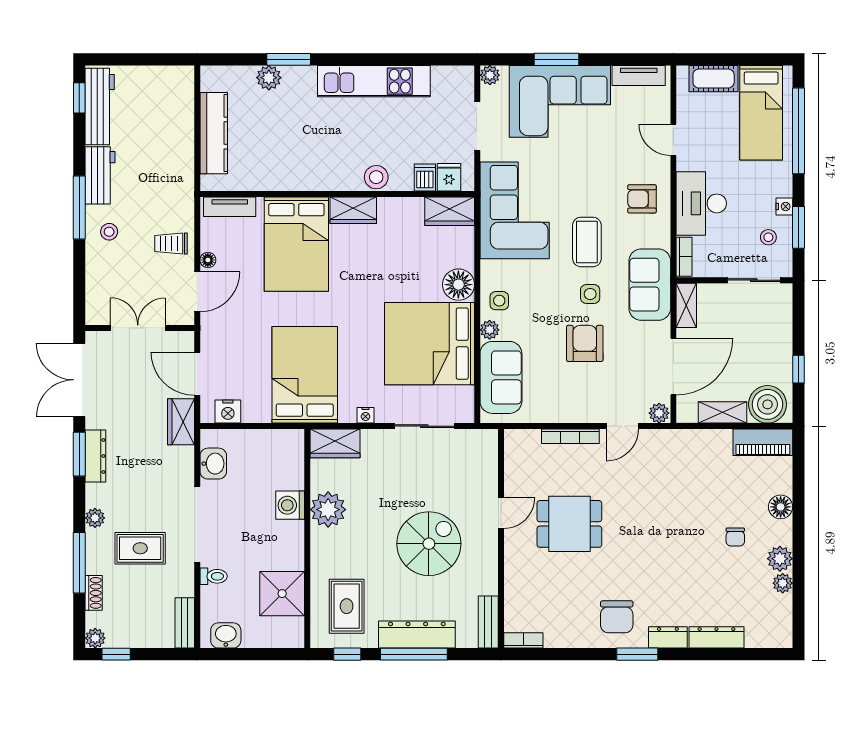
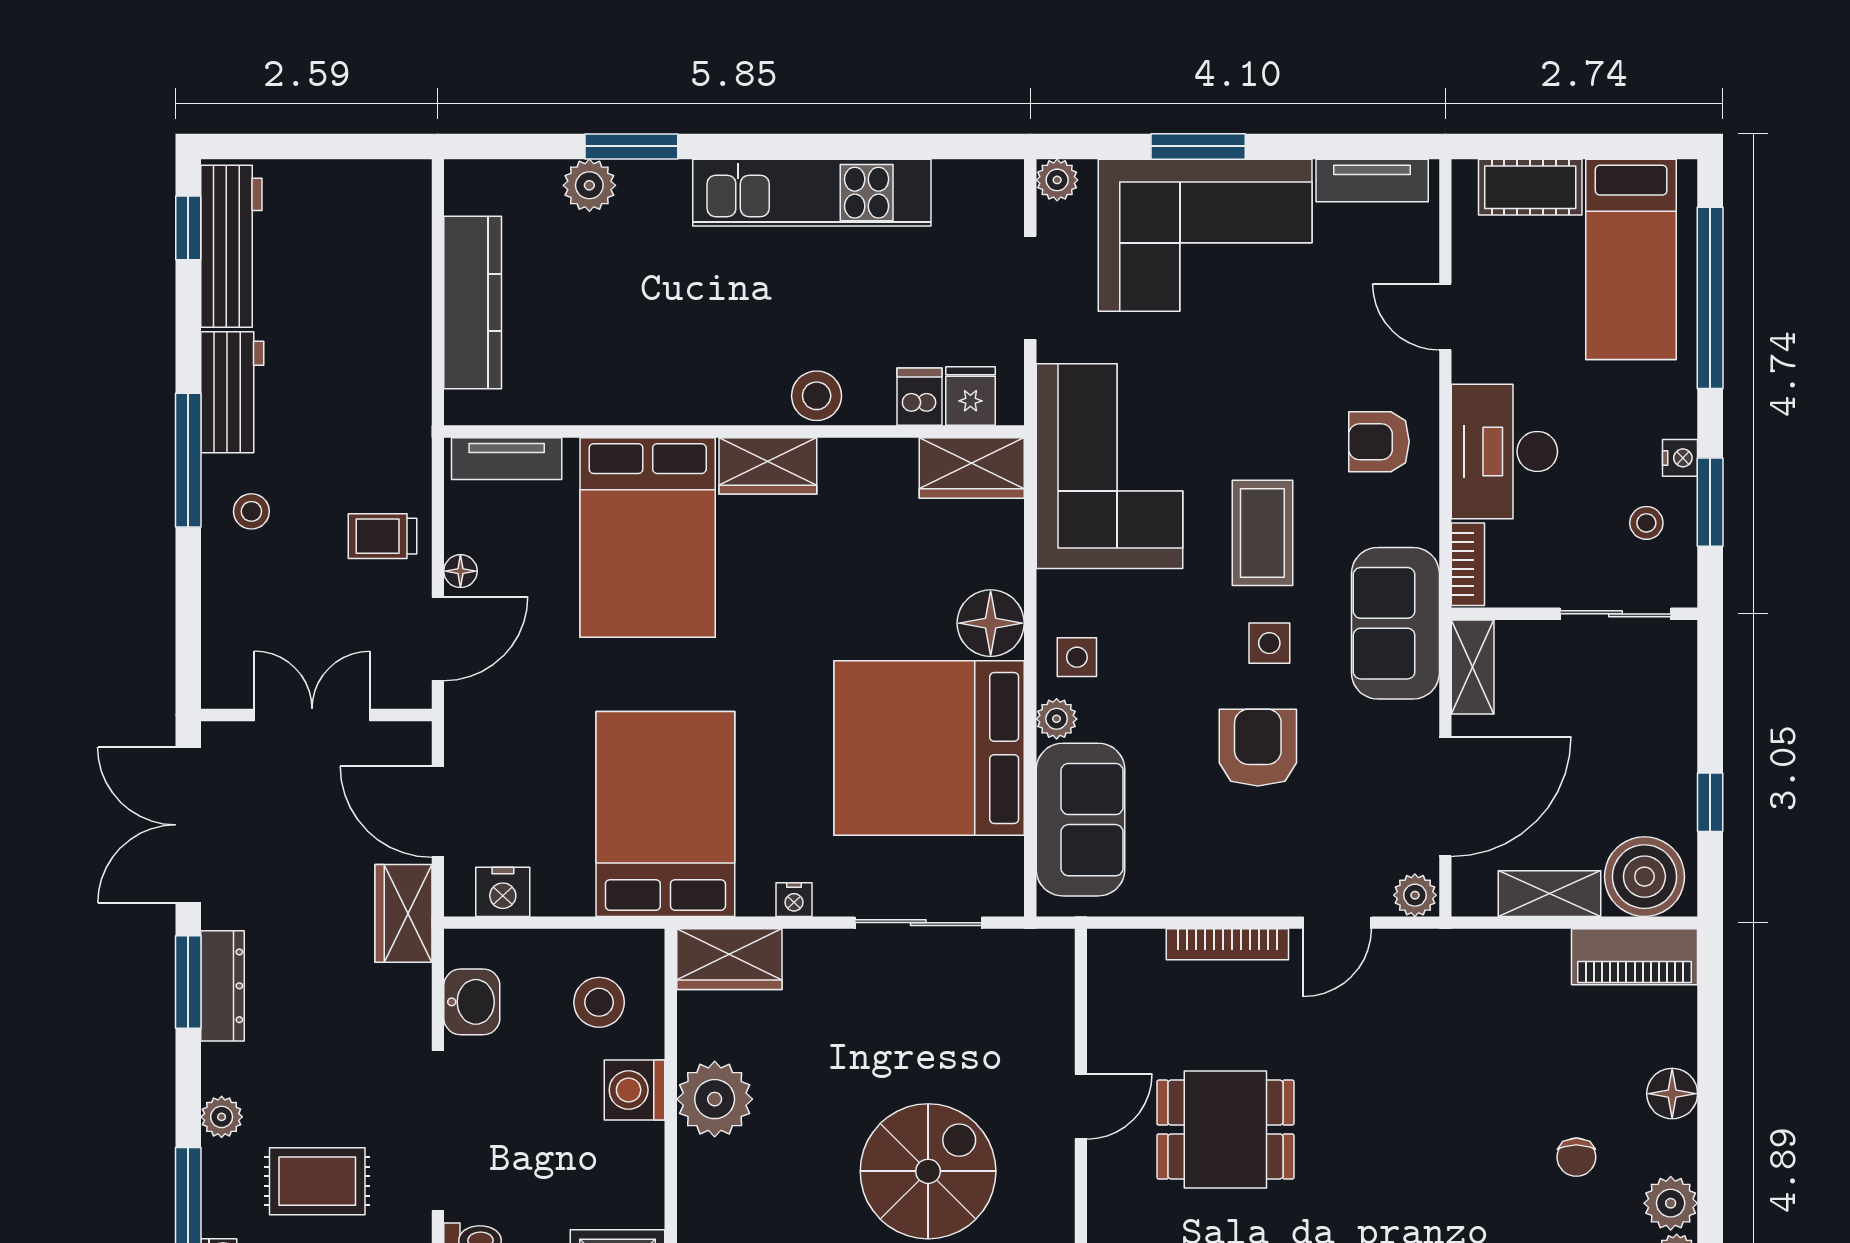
stool: (273, 464) -> (599, 1002), added

